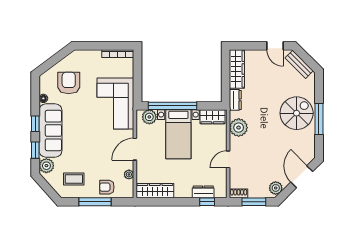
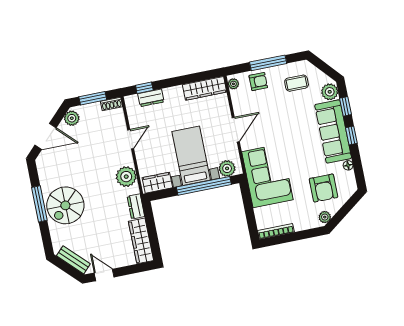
plant: (73, 57) -> (325, 217), added
plant: (129, 174) -> (233, 84), moved
door: (302, 177) -> (46, 136), hinge flipped

